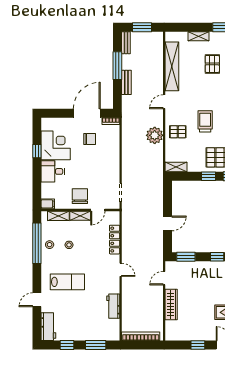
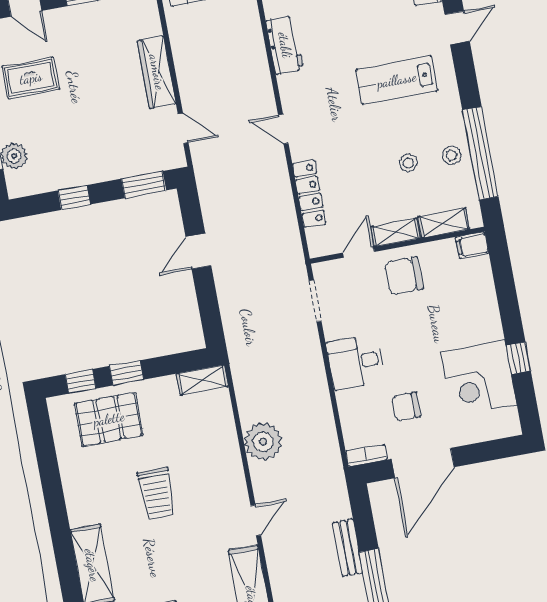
pallet: (178, 132) -> (213, 459), removed
desk: (53, 171) -> (356, 362), moved, turned 180
chair: (80, 196) -> (404, 276), turned 90
door: (164, 278) -> (183, 128), hinge flipped

